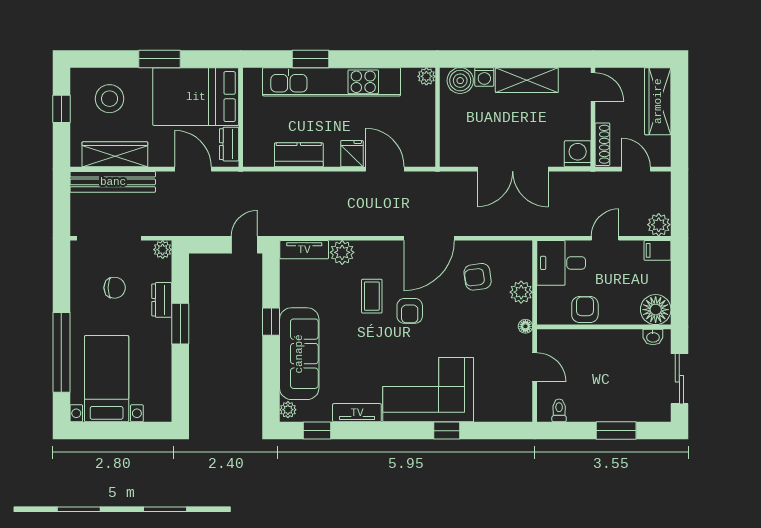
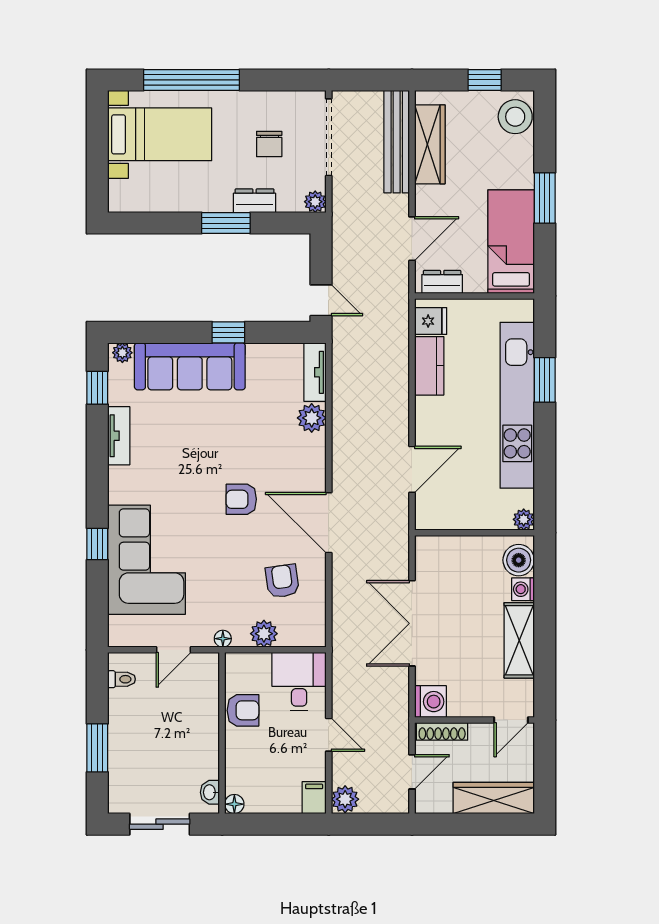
bed: (196, 97) -> (511, 242), width x0.67
stool: (110, 99) -> (515, 117), moved
fridge: (352, 154) -> (431, 321), moved
coffee table: (372, 296) -> (259, 454), removed
floor lamp: (656, 310) -> (234, 804), width x0.53, depth x0.53
corner sofa: (428, 390) -> (146, 560), moved

